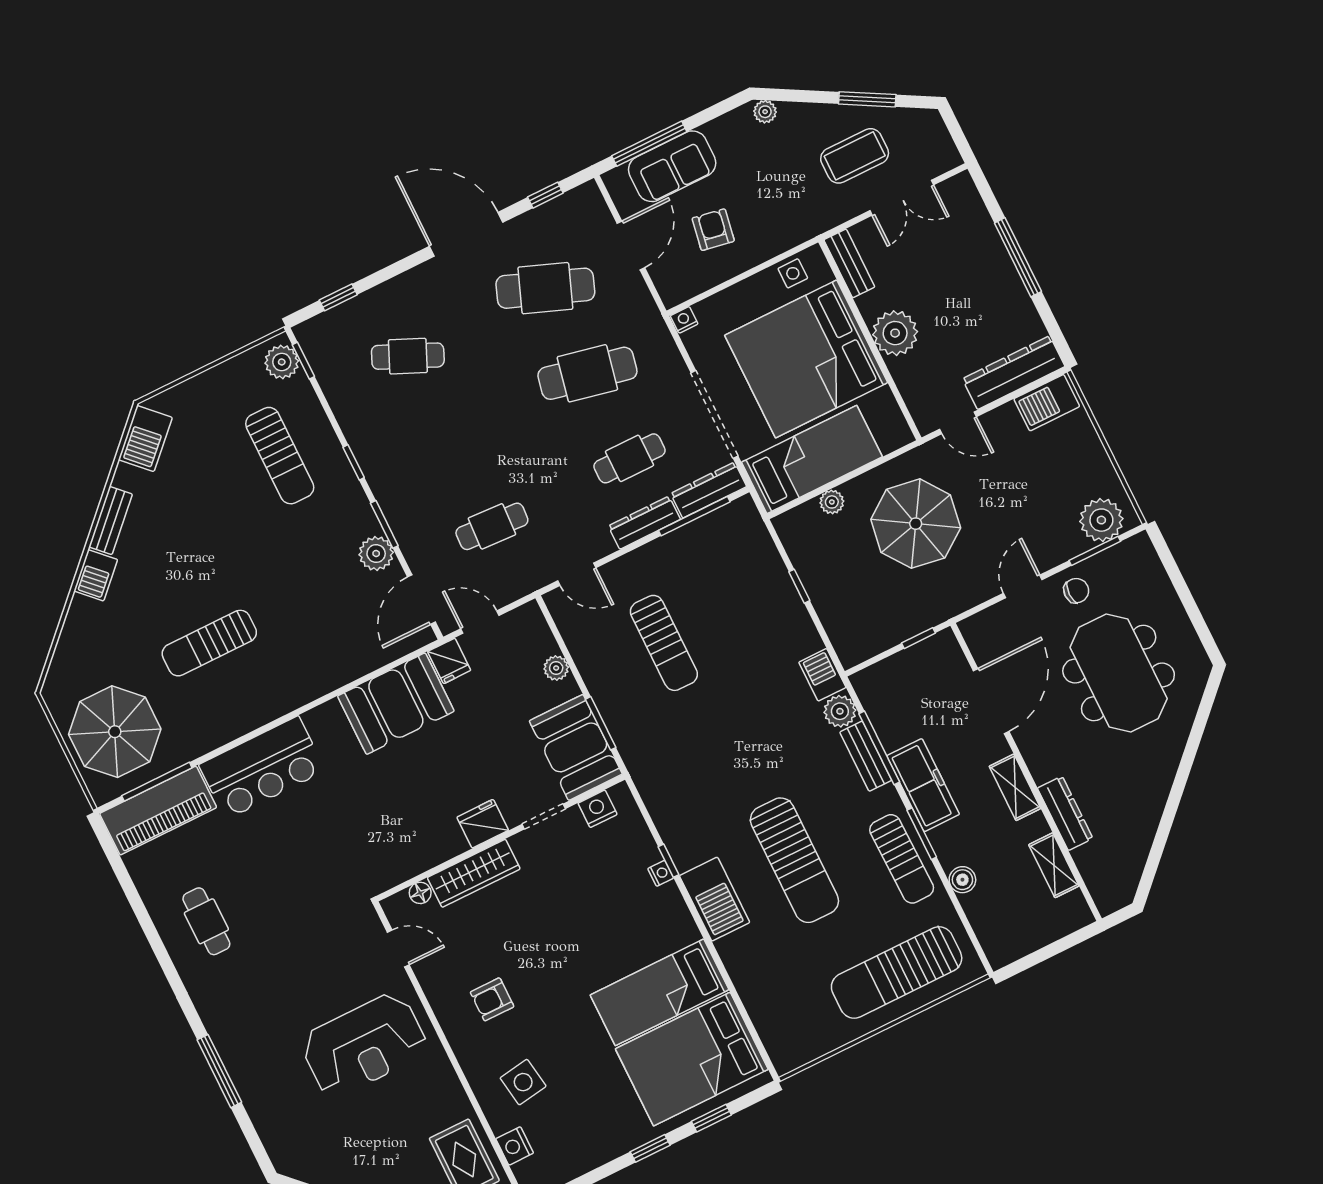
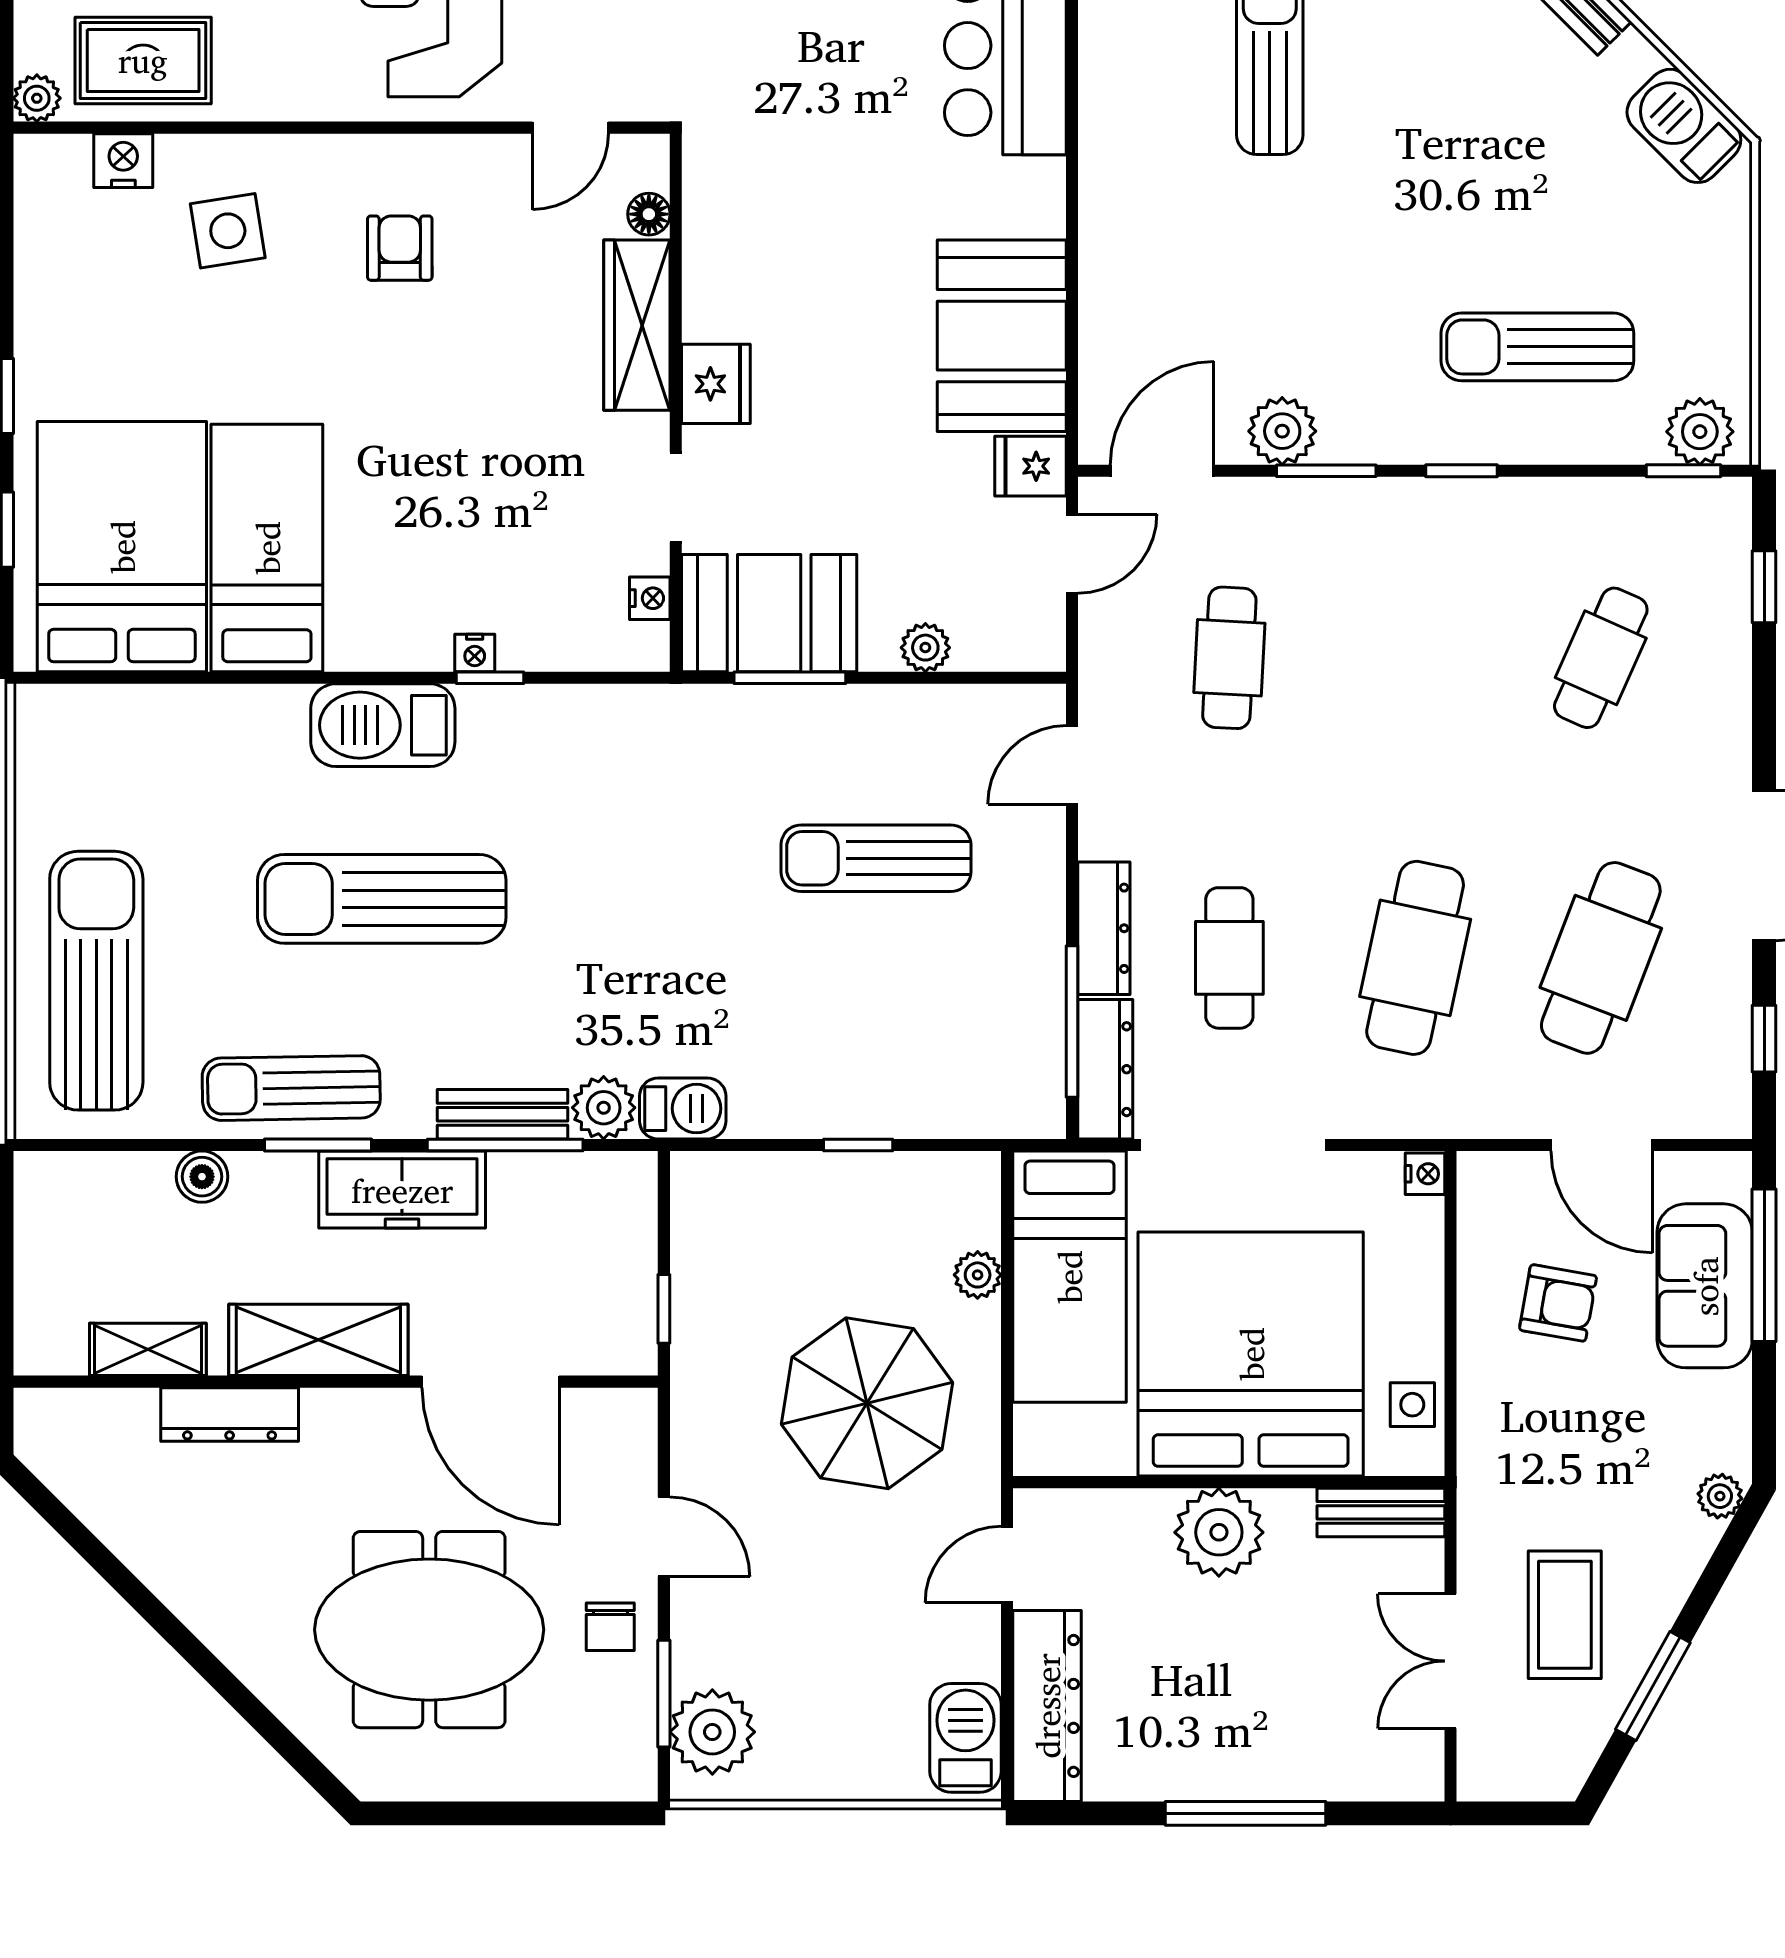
door: (421, 600) -> (1162, 471), hinge flipped
shelving: (1015, 787) -> (318, 1340), width x1.50, depth x1.33
nightstand: (598, 809) -> (650, 598), width x0.72, depth x0.74

